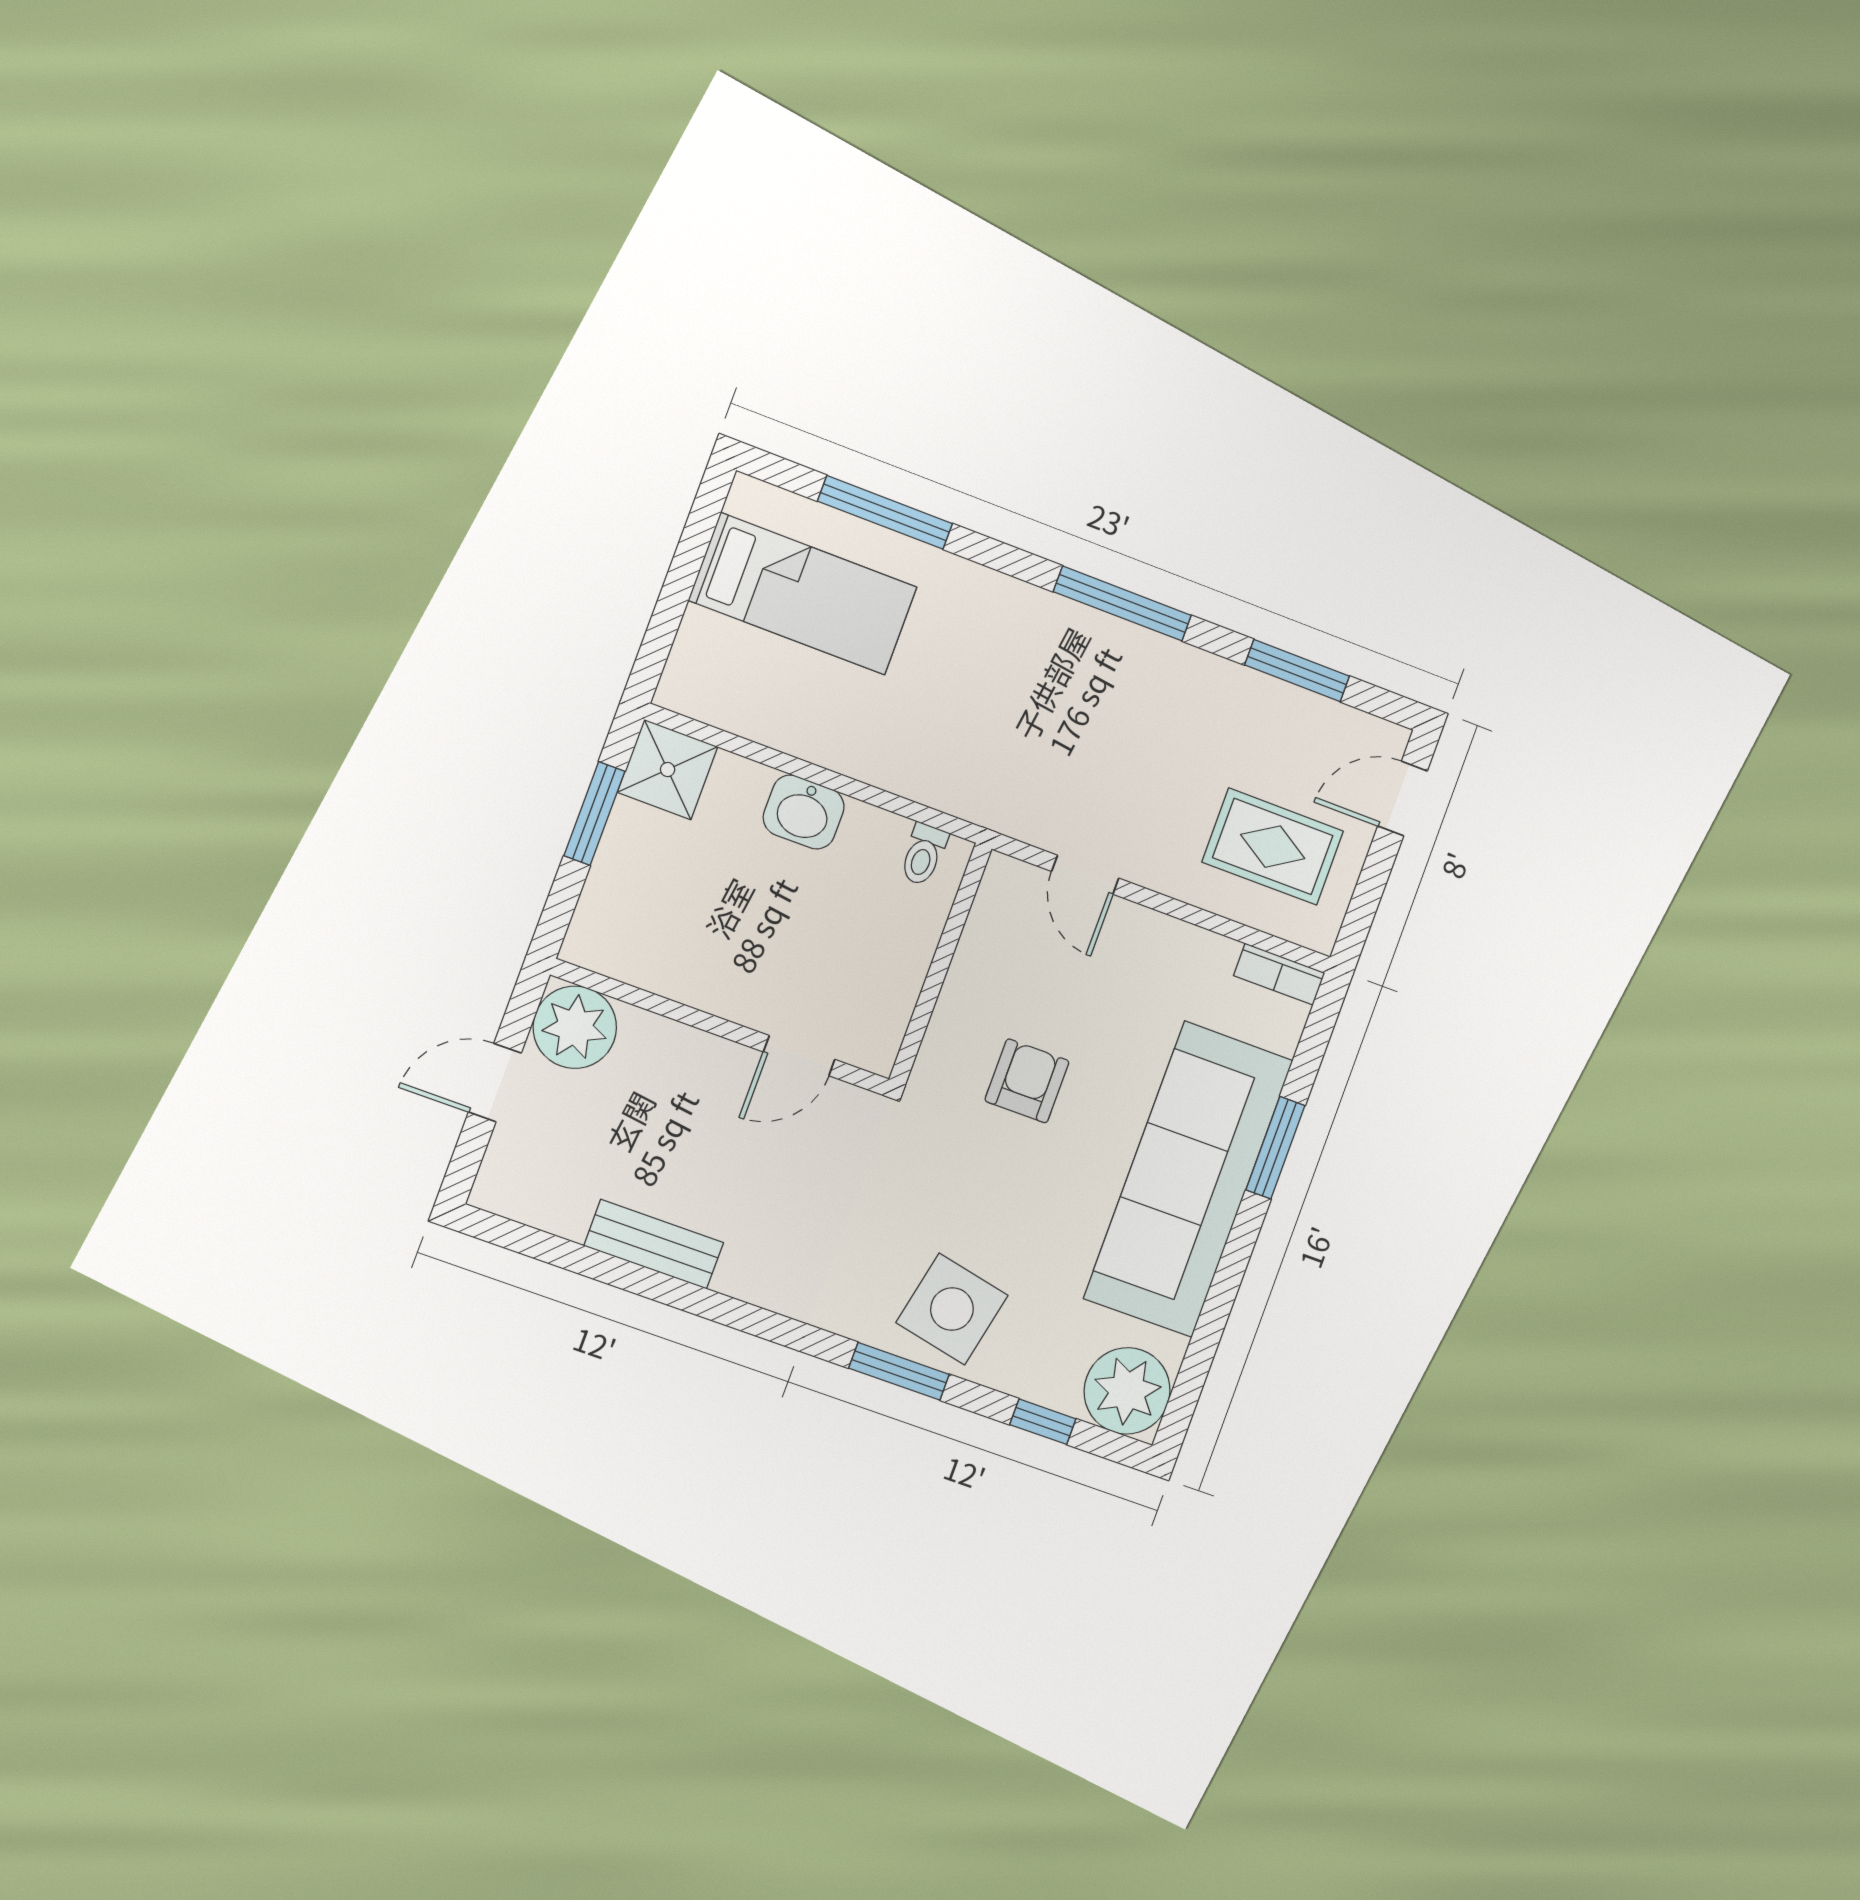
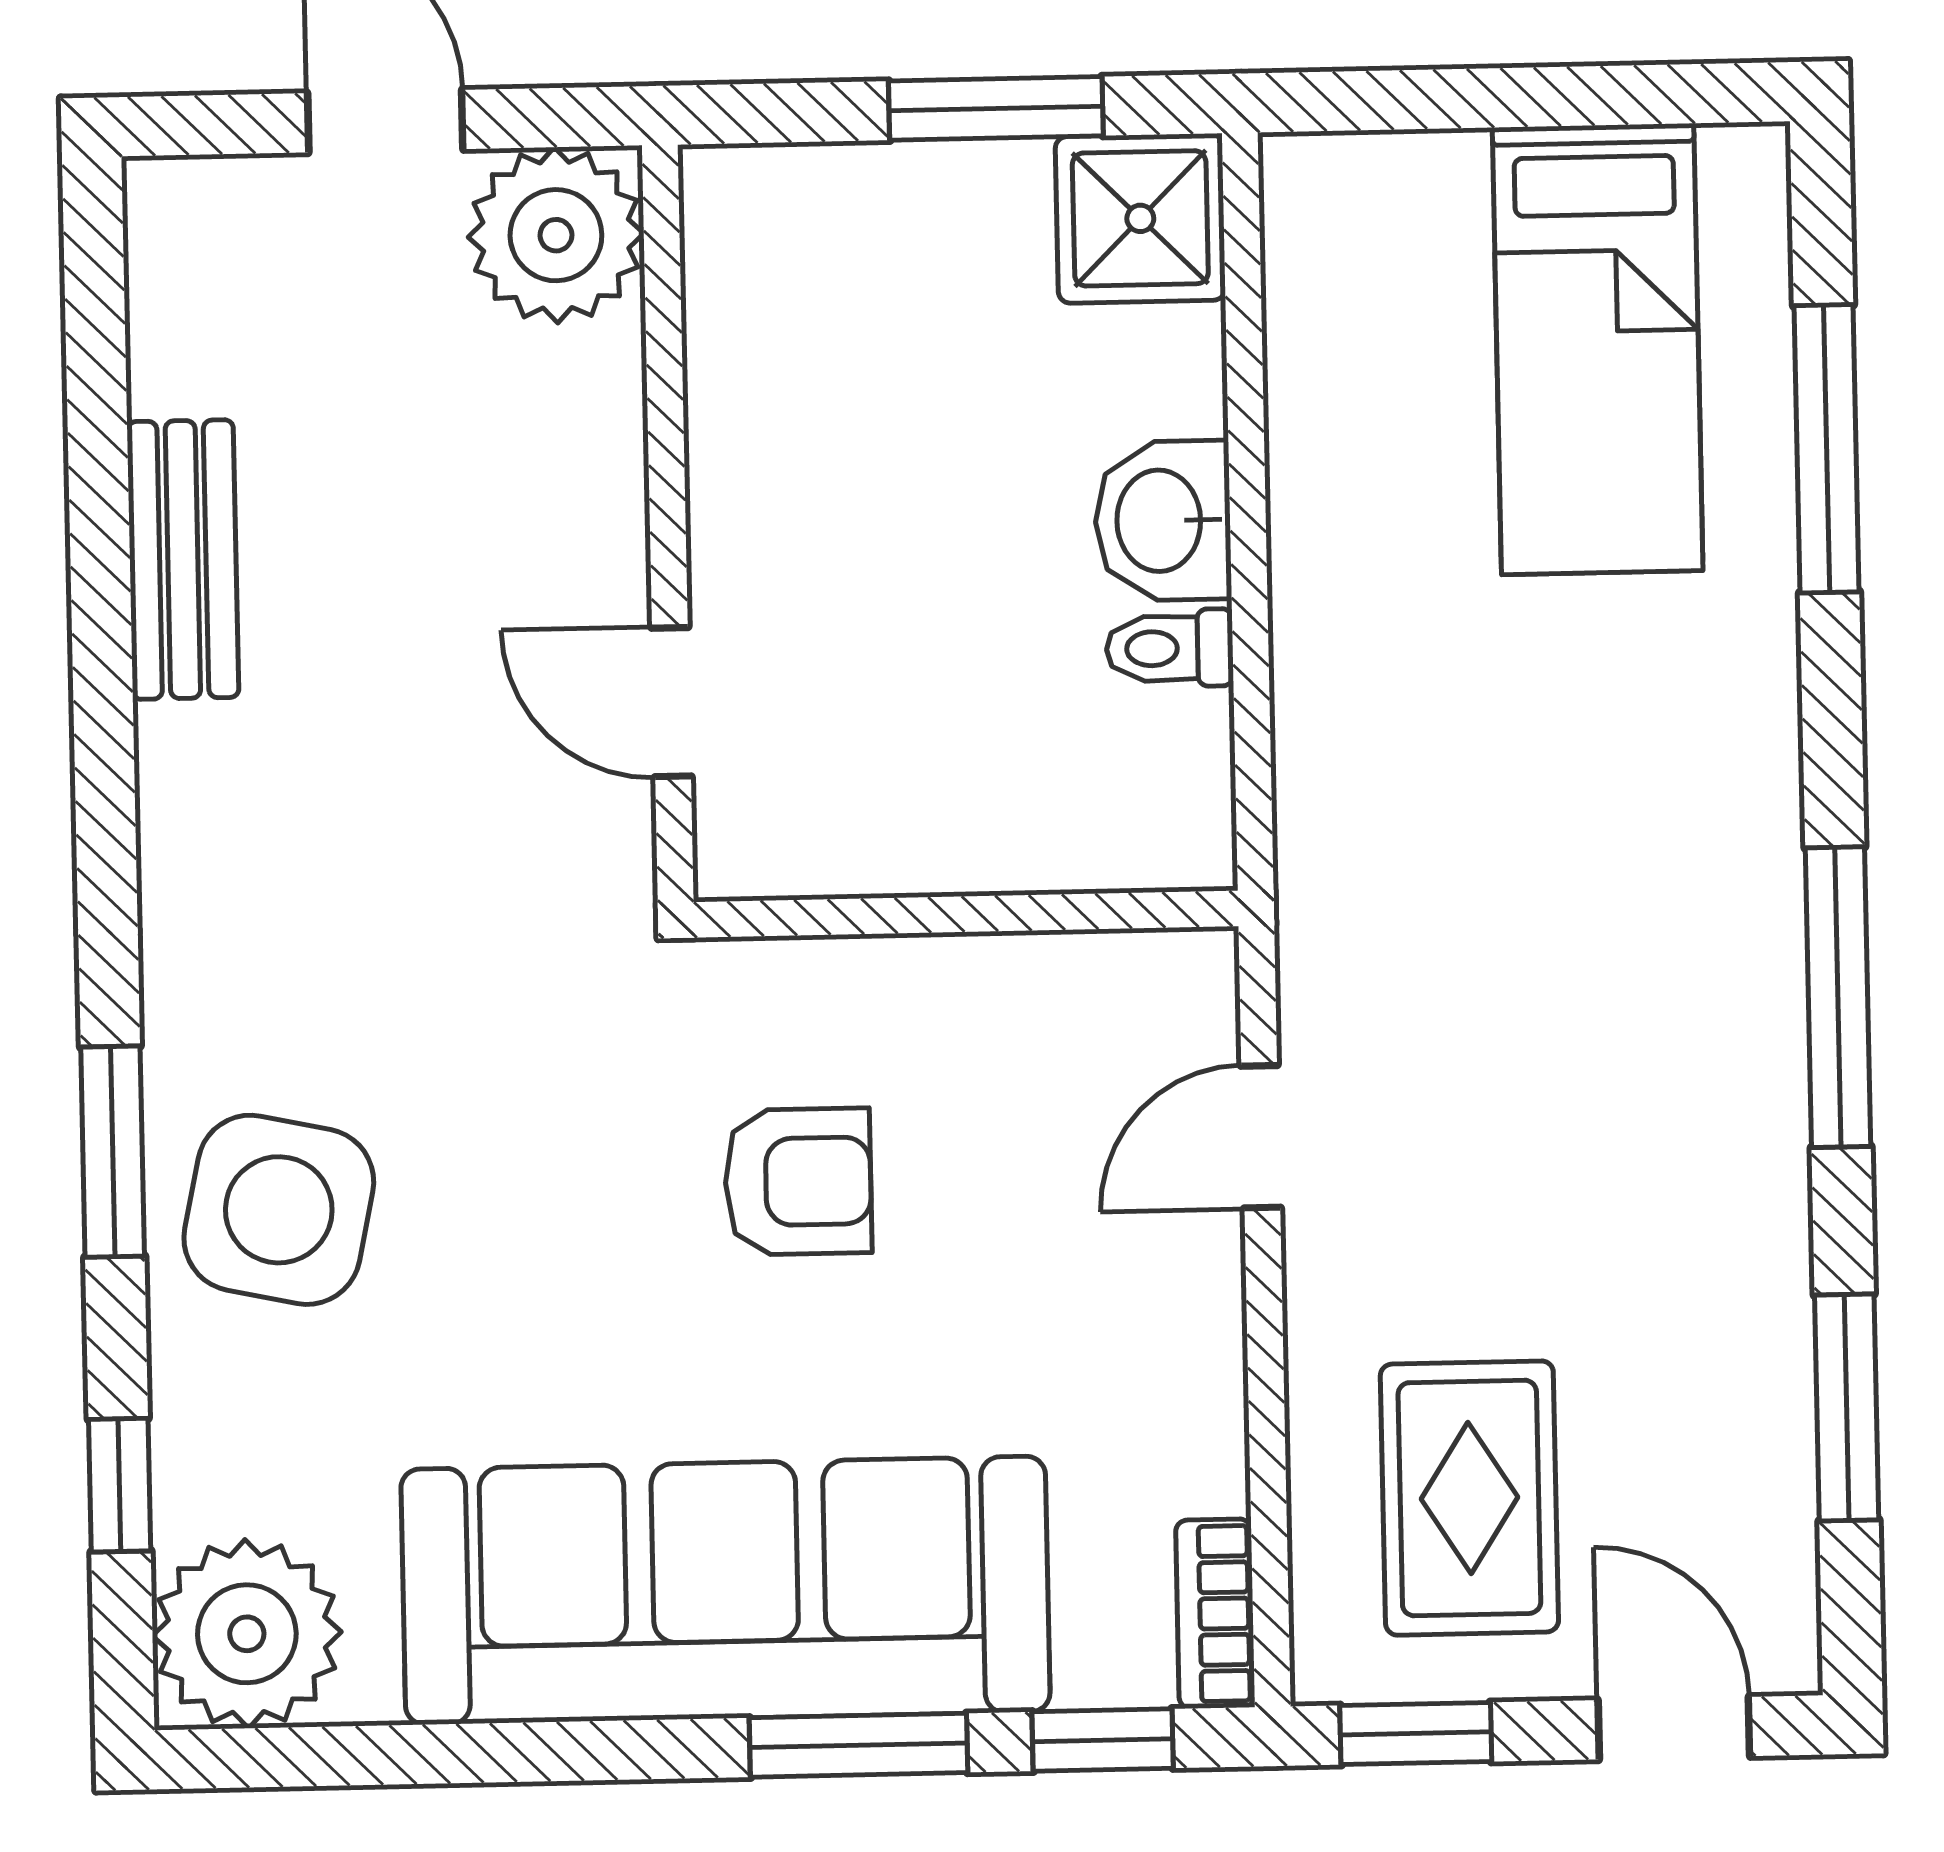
toilet: (923, 854) -> (1170, 648), moved
window: (1362, 909) -> (1416, 1733), added
window: (1313, 1043) -> (1103, 1740), added

